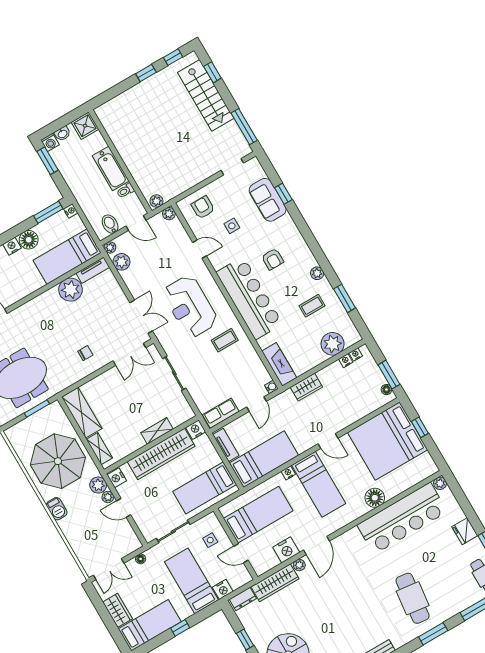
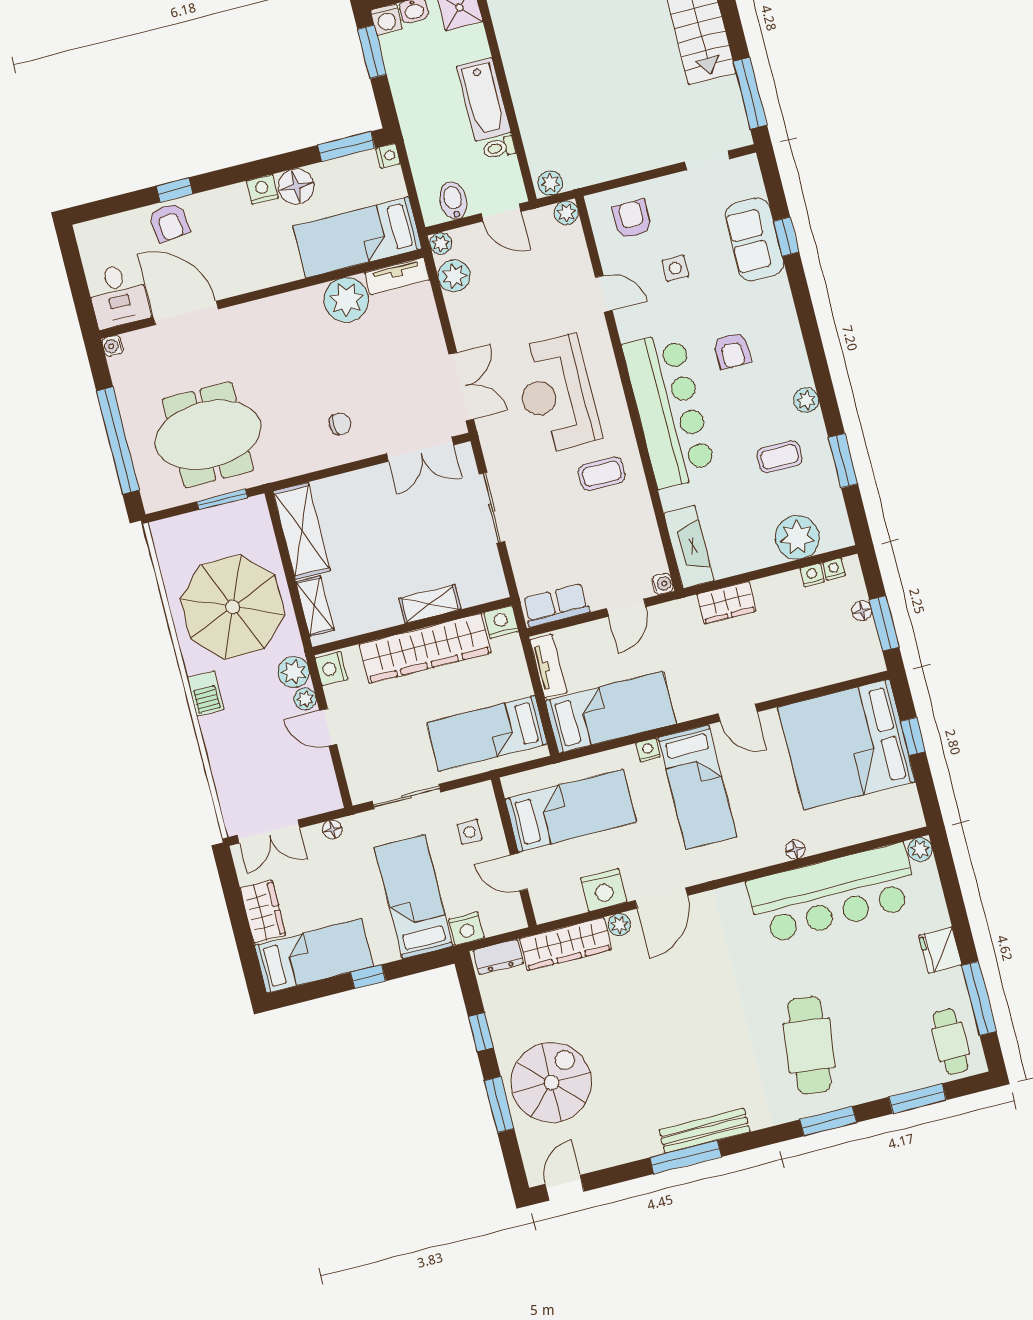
floor lamp: (386, 390) -> (862, 611), moved
floor lamp: (375, 498) -> (795, 850), width x0.53, depth x0.53

